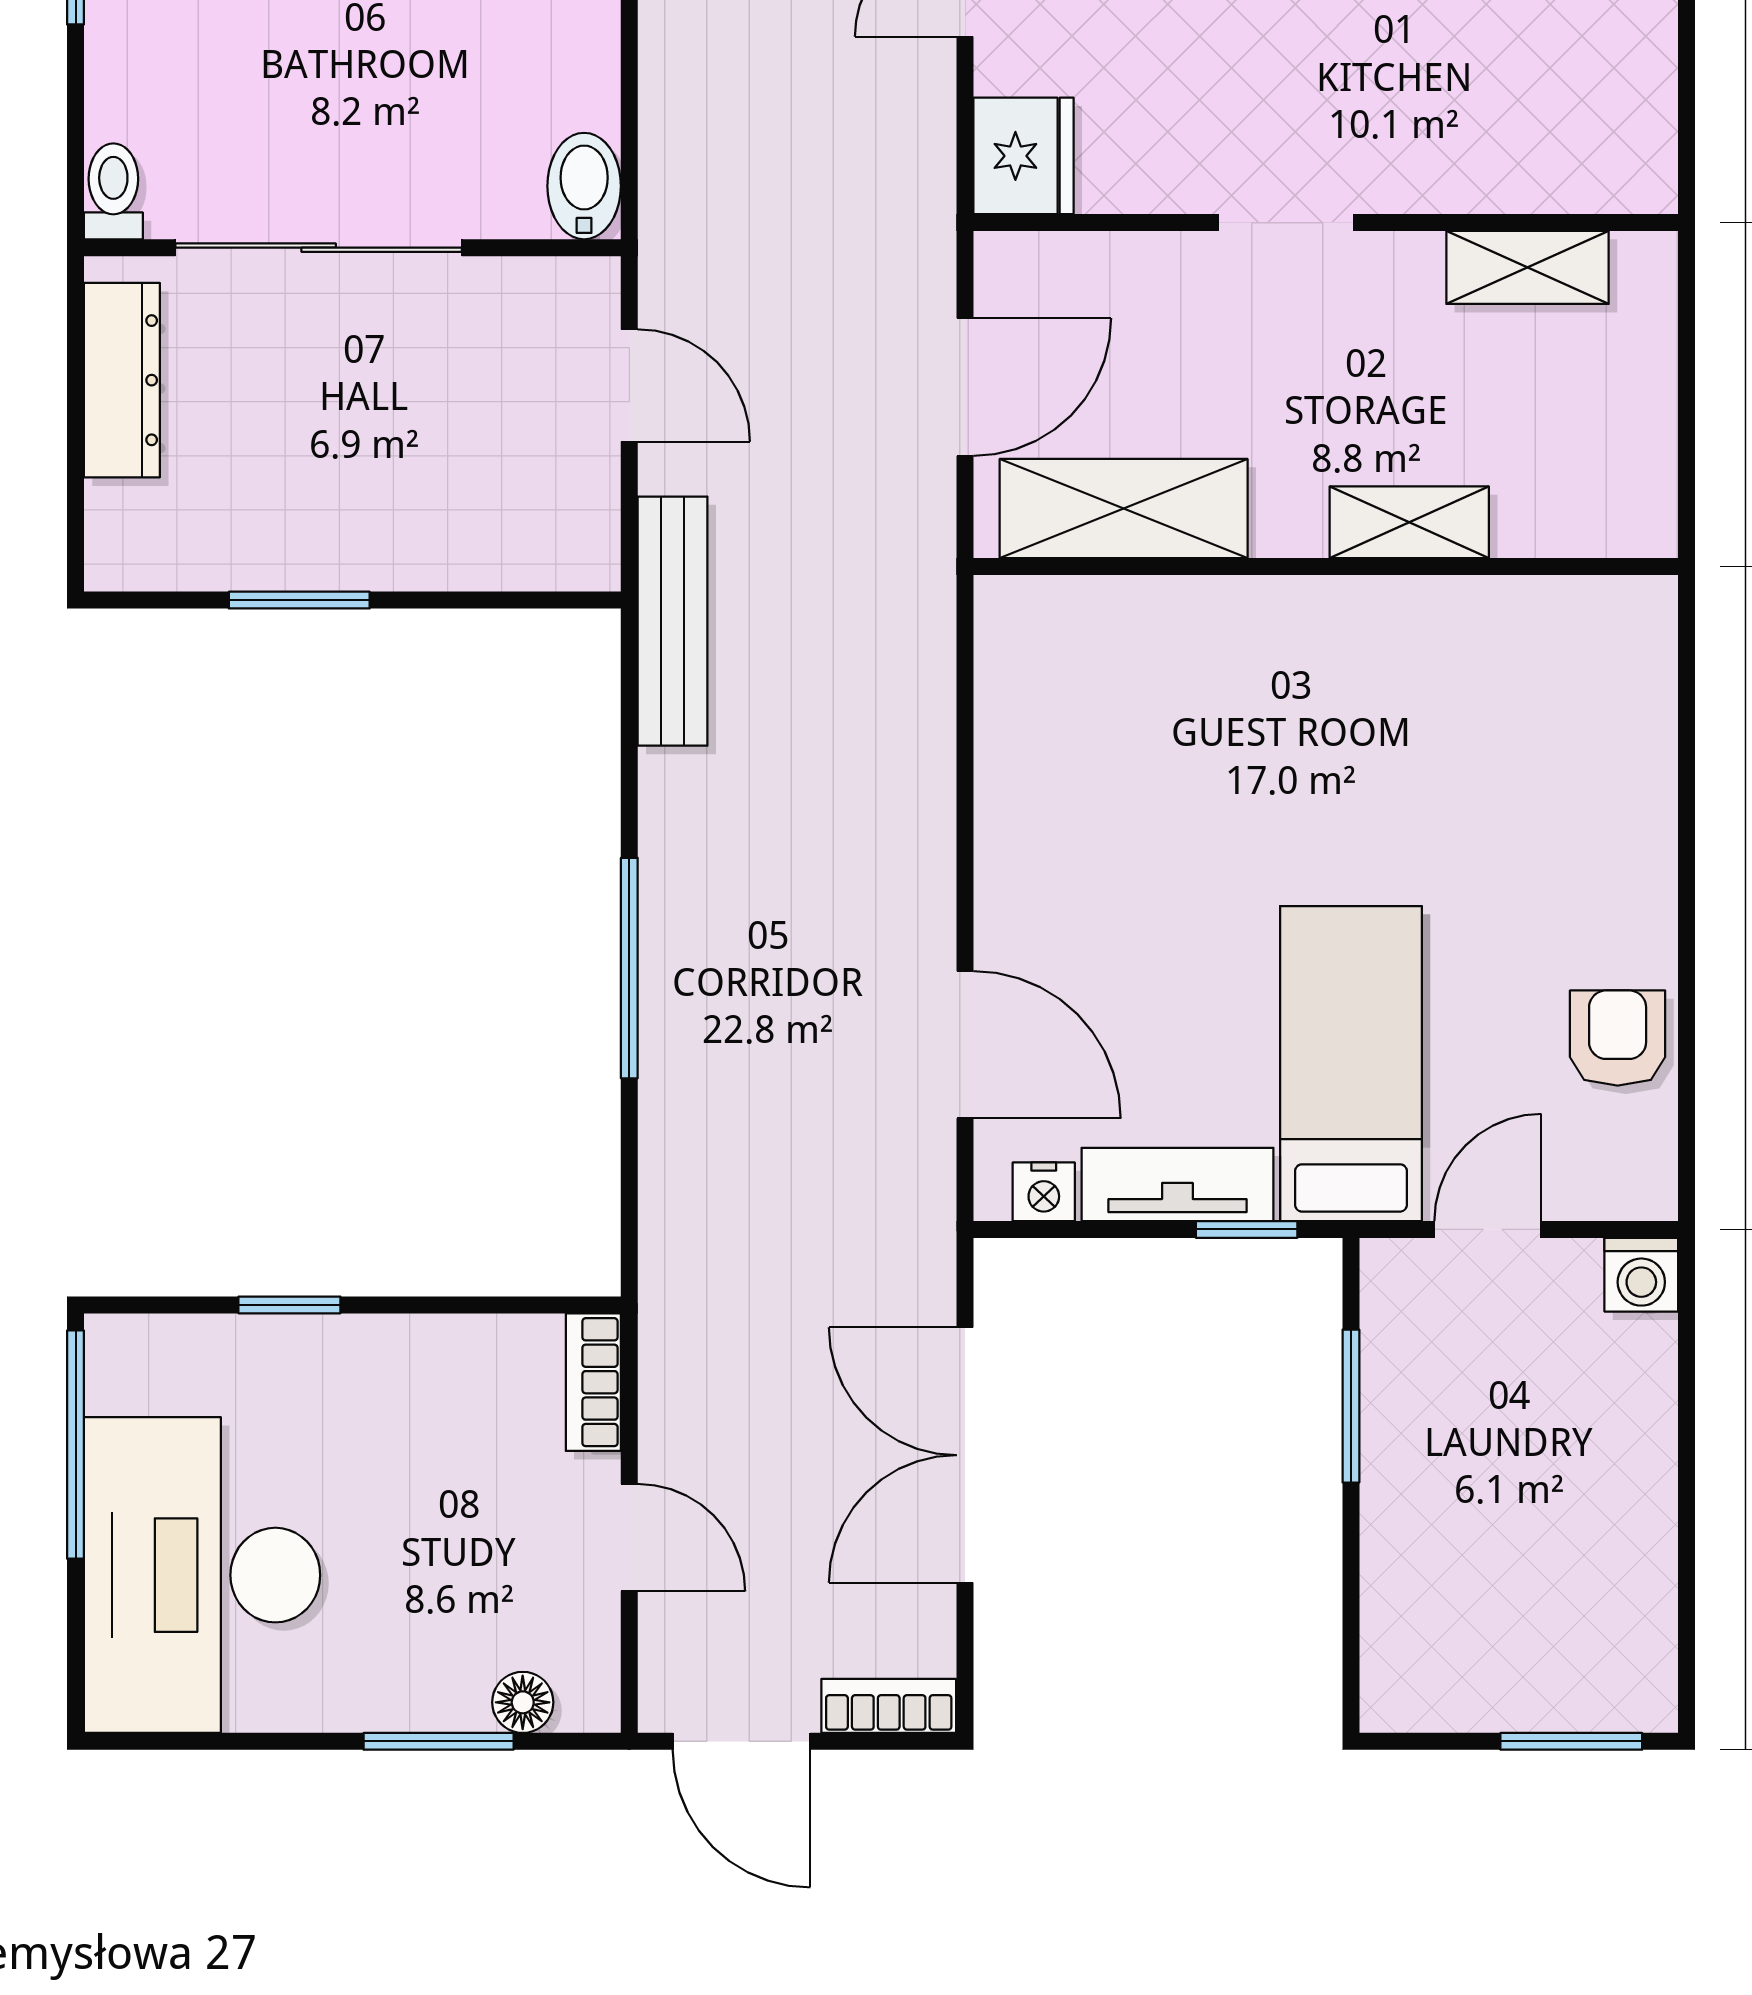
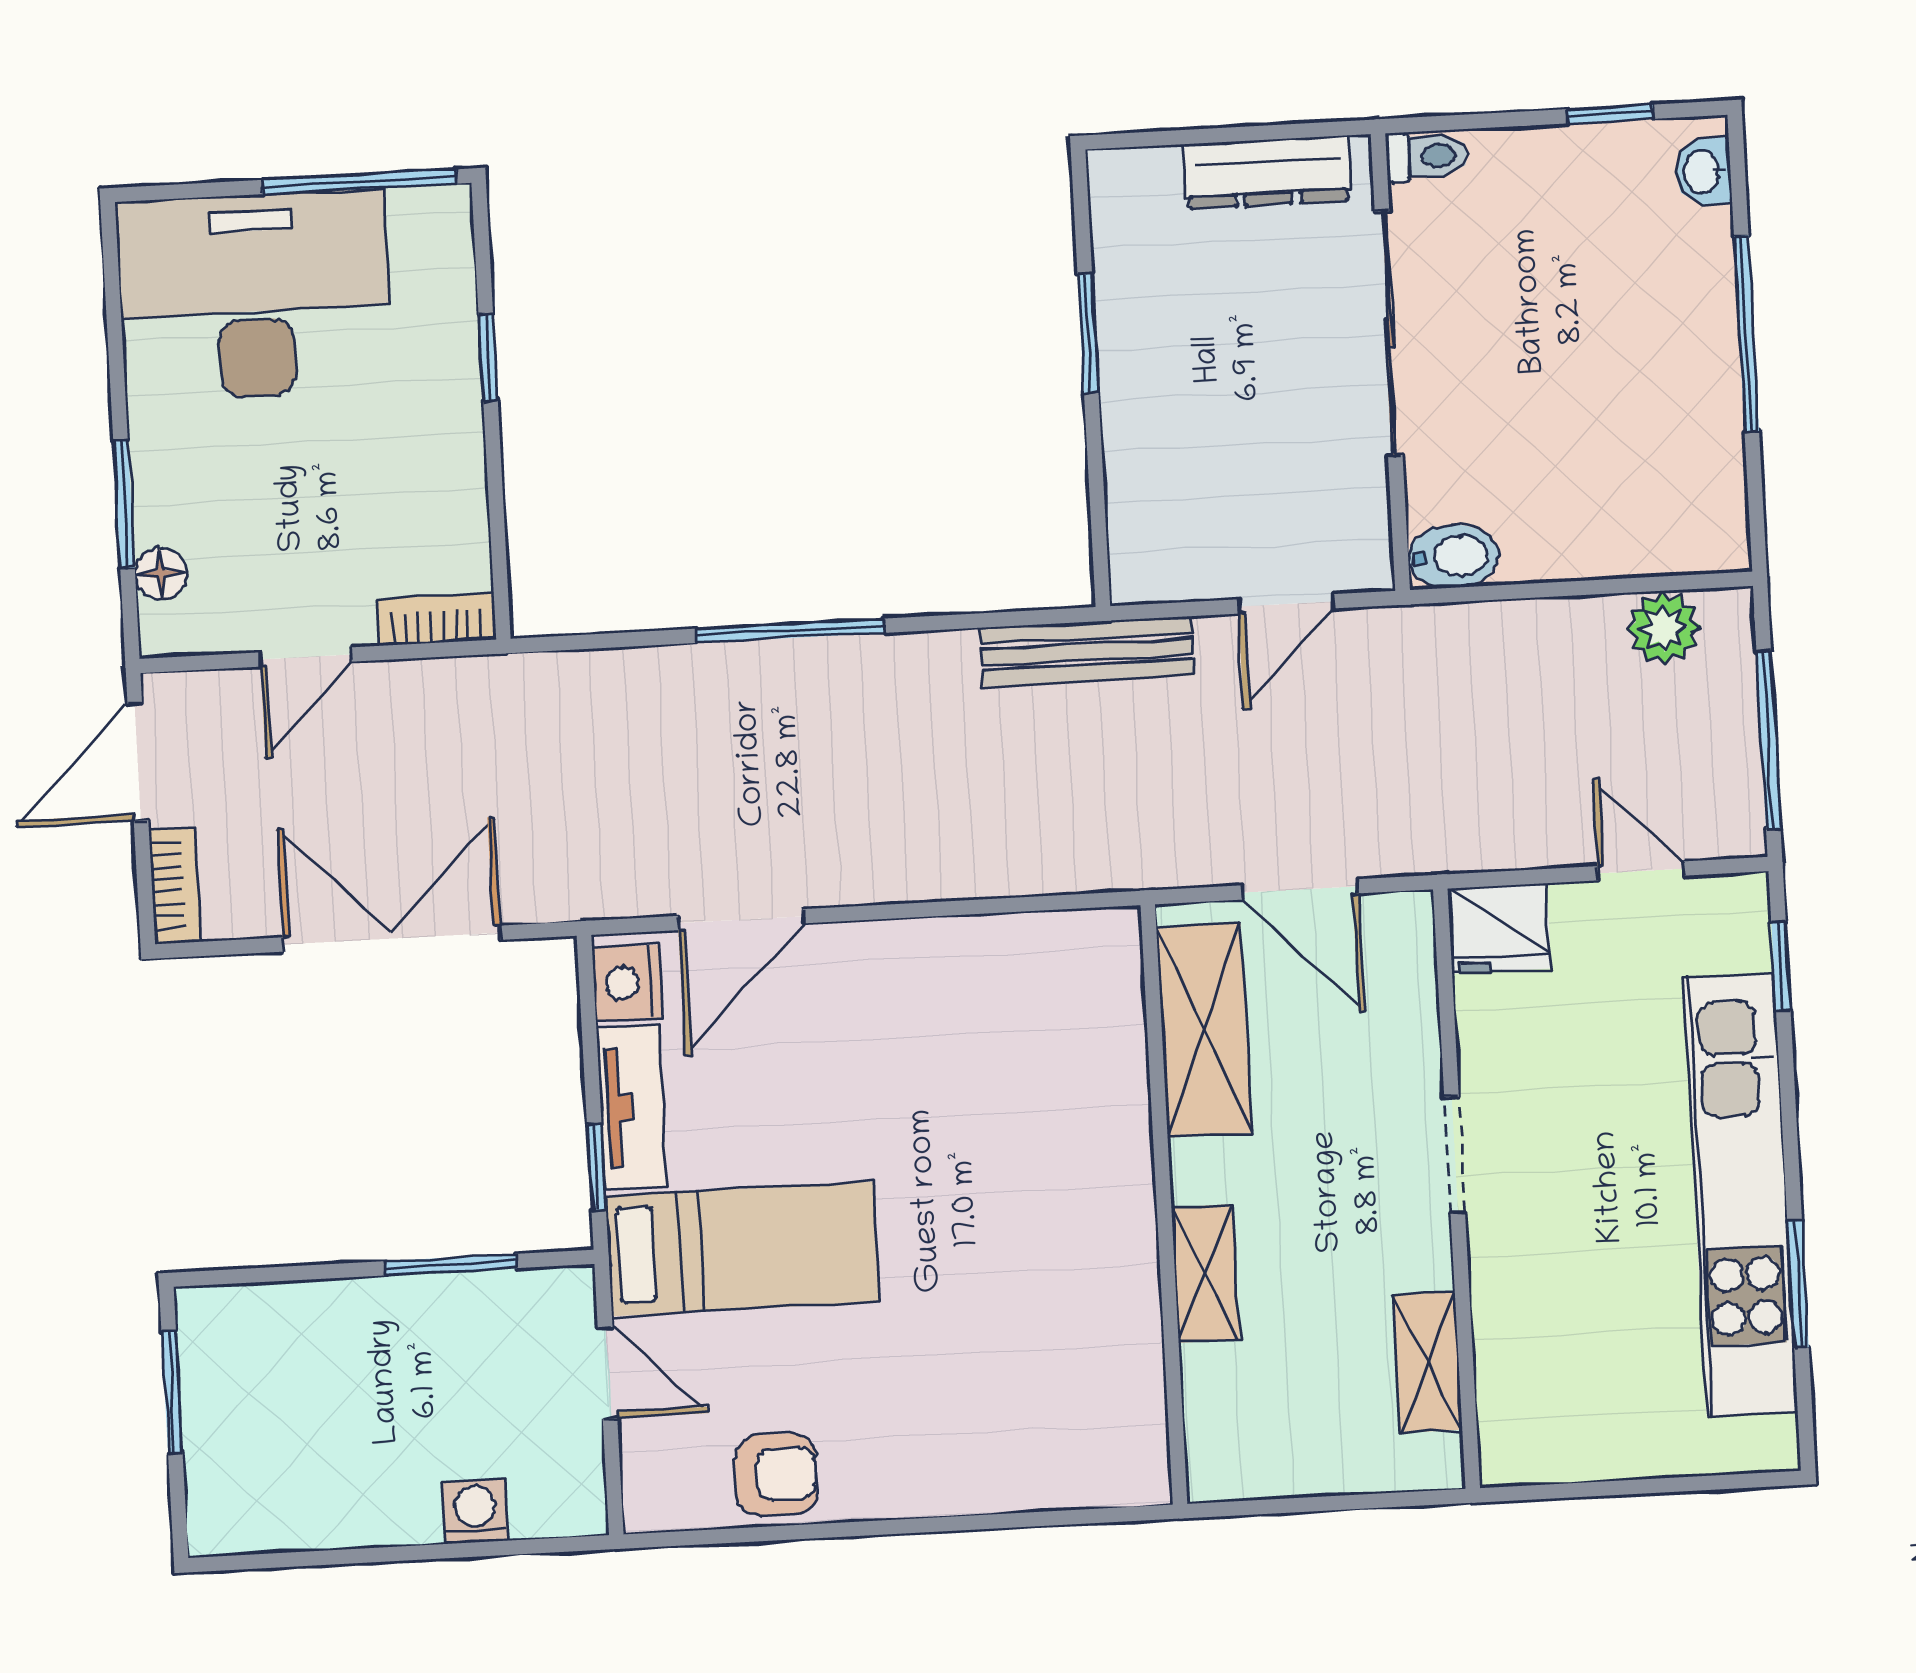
nightstand: (1044, 1192) -> (627, 983), width x1.39, depth x1.35
washing machine: (1641, 1275) -> (475, 1511), moved, turned 90
window: (1571, 1741) -> (172, 1392), moved

